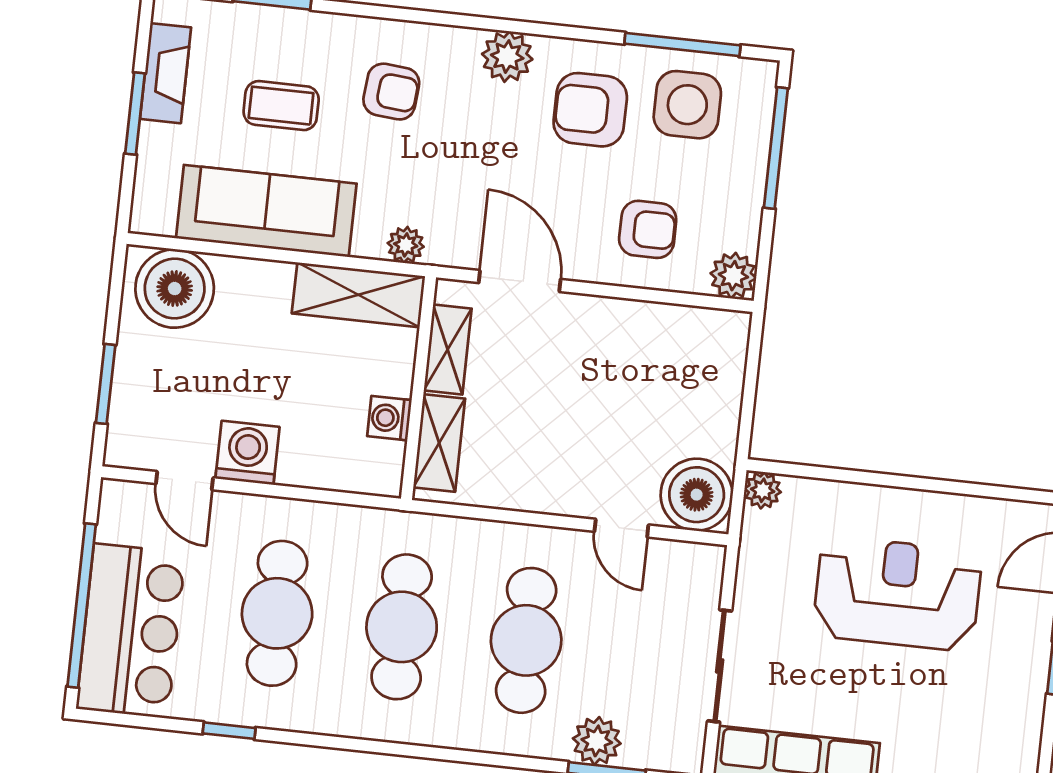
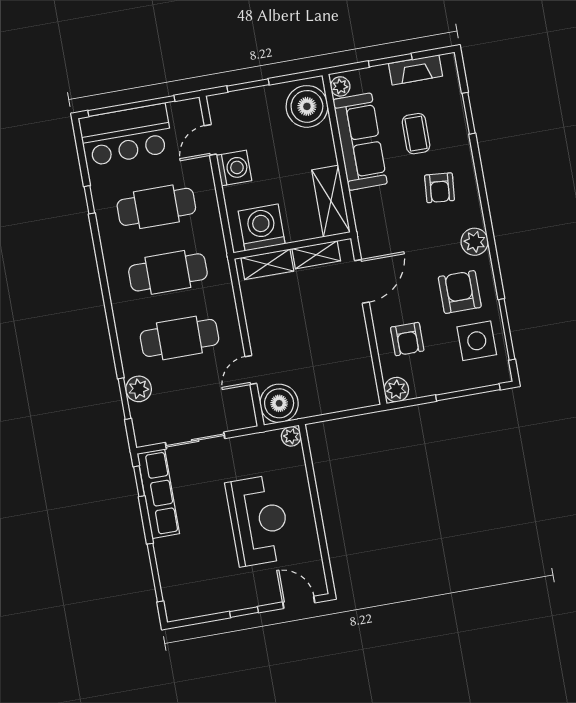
plant: (406, 245) -> (340, 86), moved
washing machine: (389, 418) -> (262, 227), width x1.89, depth x1.89

